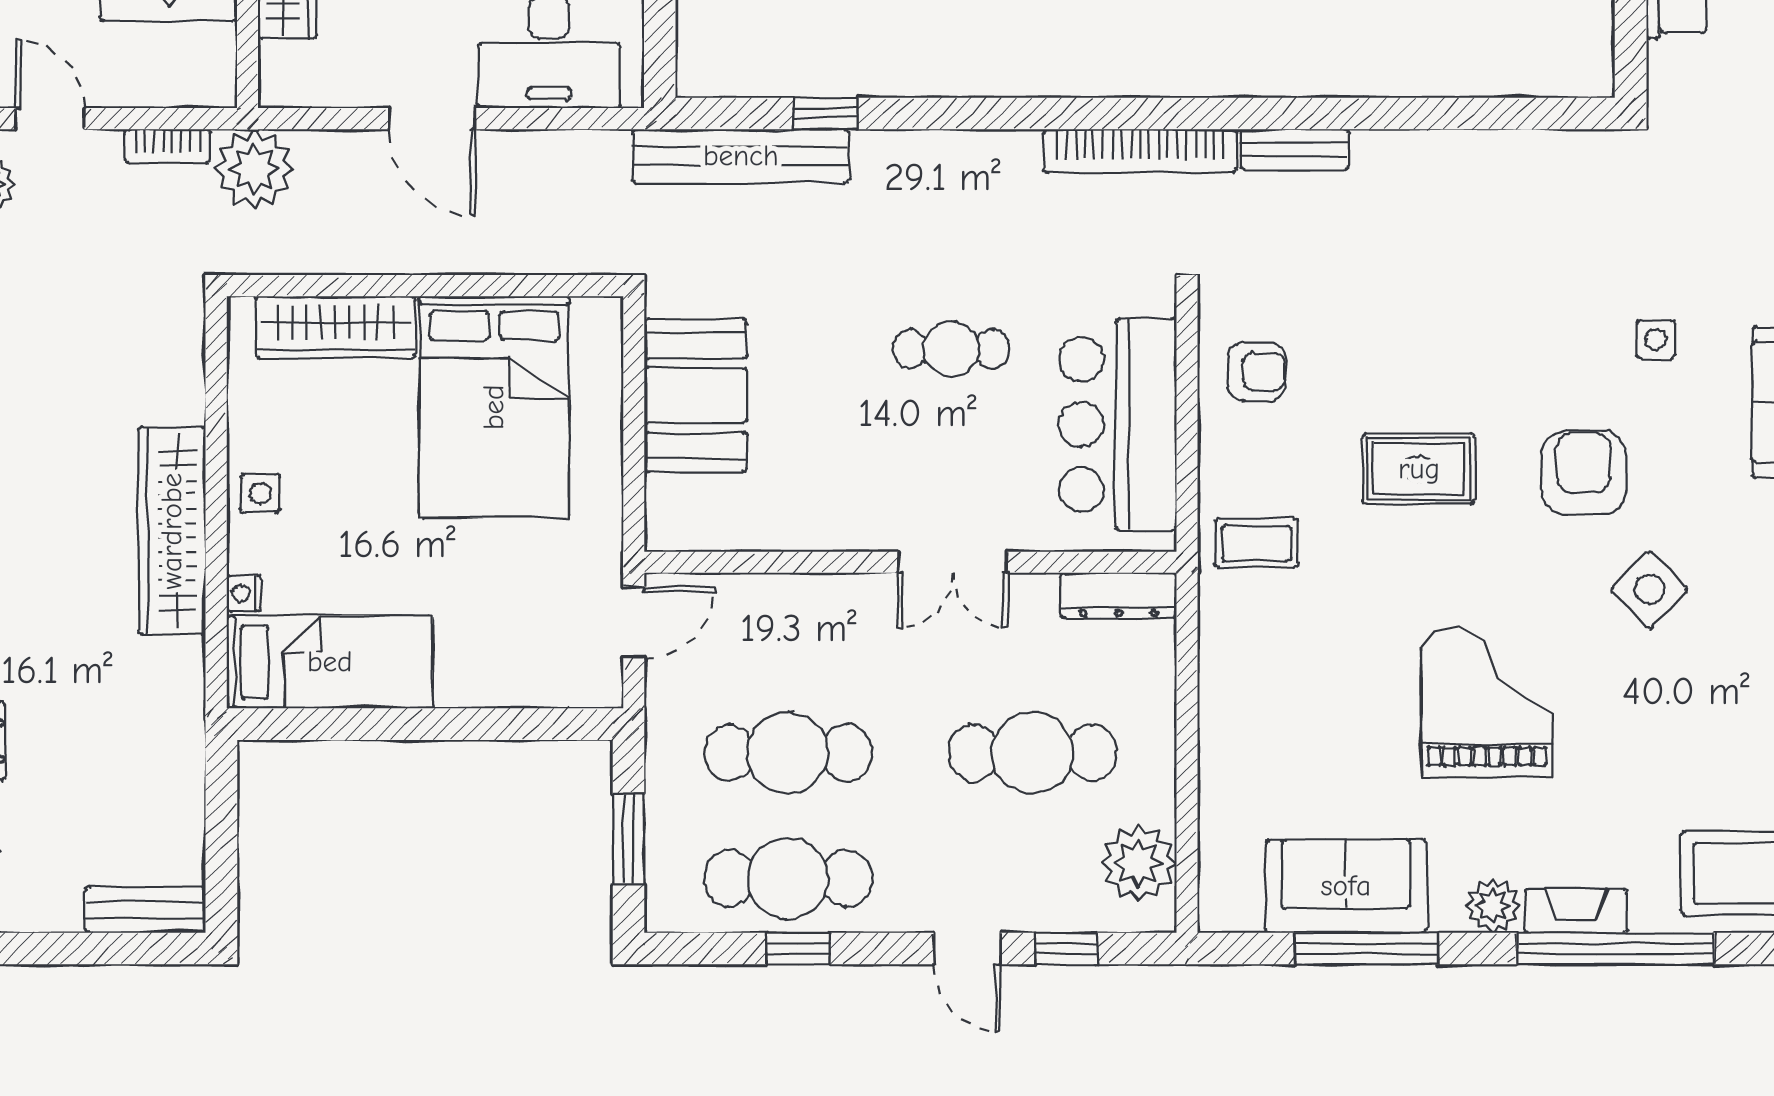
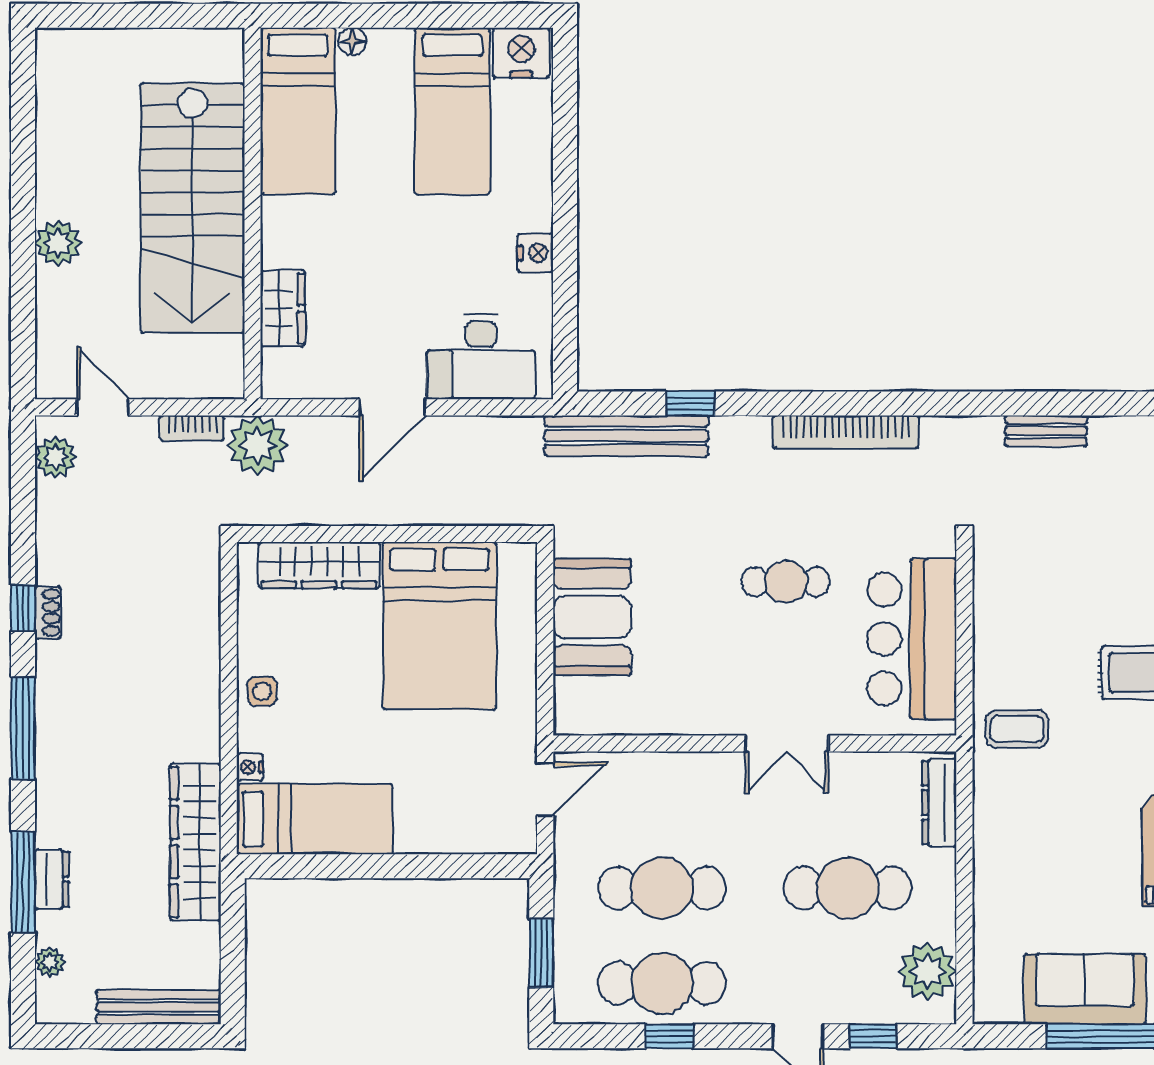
door: (432, 119) -> (392, 407), hinge flipped
bookcase: (1140, 151) -> (846, 432), moved
armchair: (1257, 371) -> (1017, 599), removed
wardrobe: (172, 531) -> (195, 842), moved
dresser: (1119, 595) -> (939, 803), moved, turned 90
bench: (146, 910) -> (159, 1007), width x1.36

